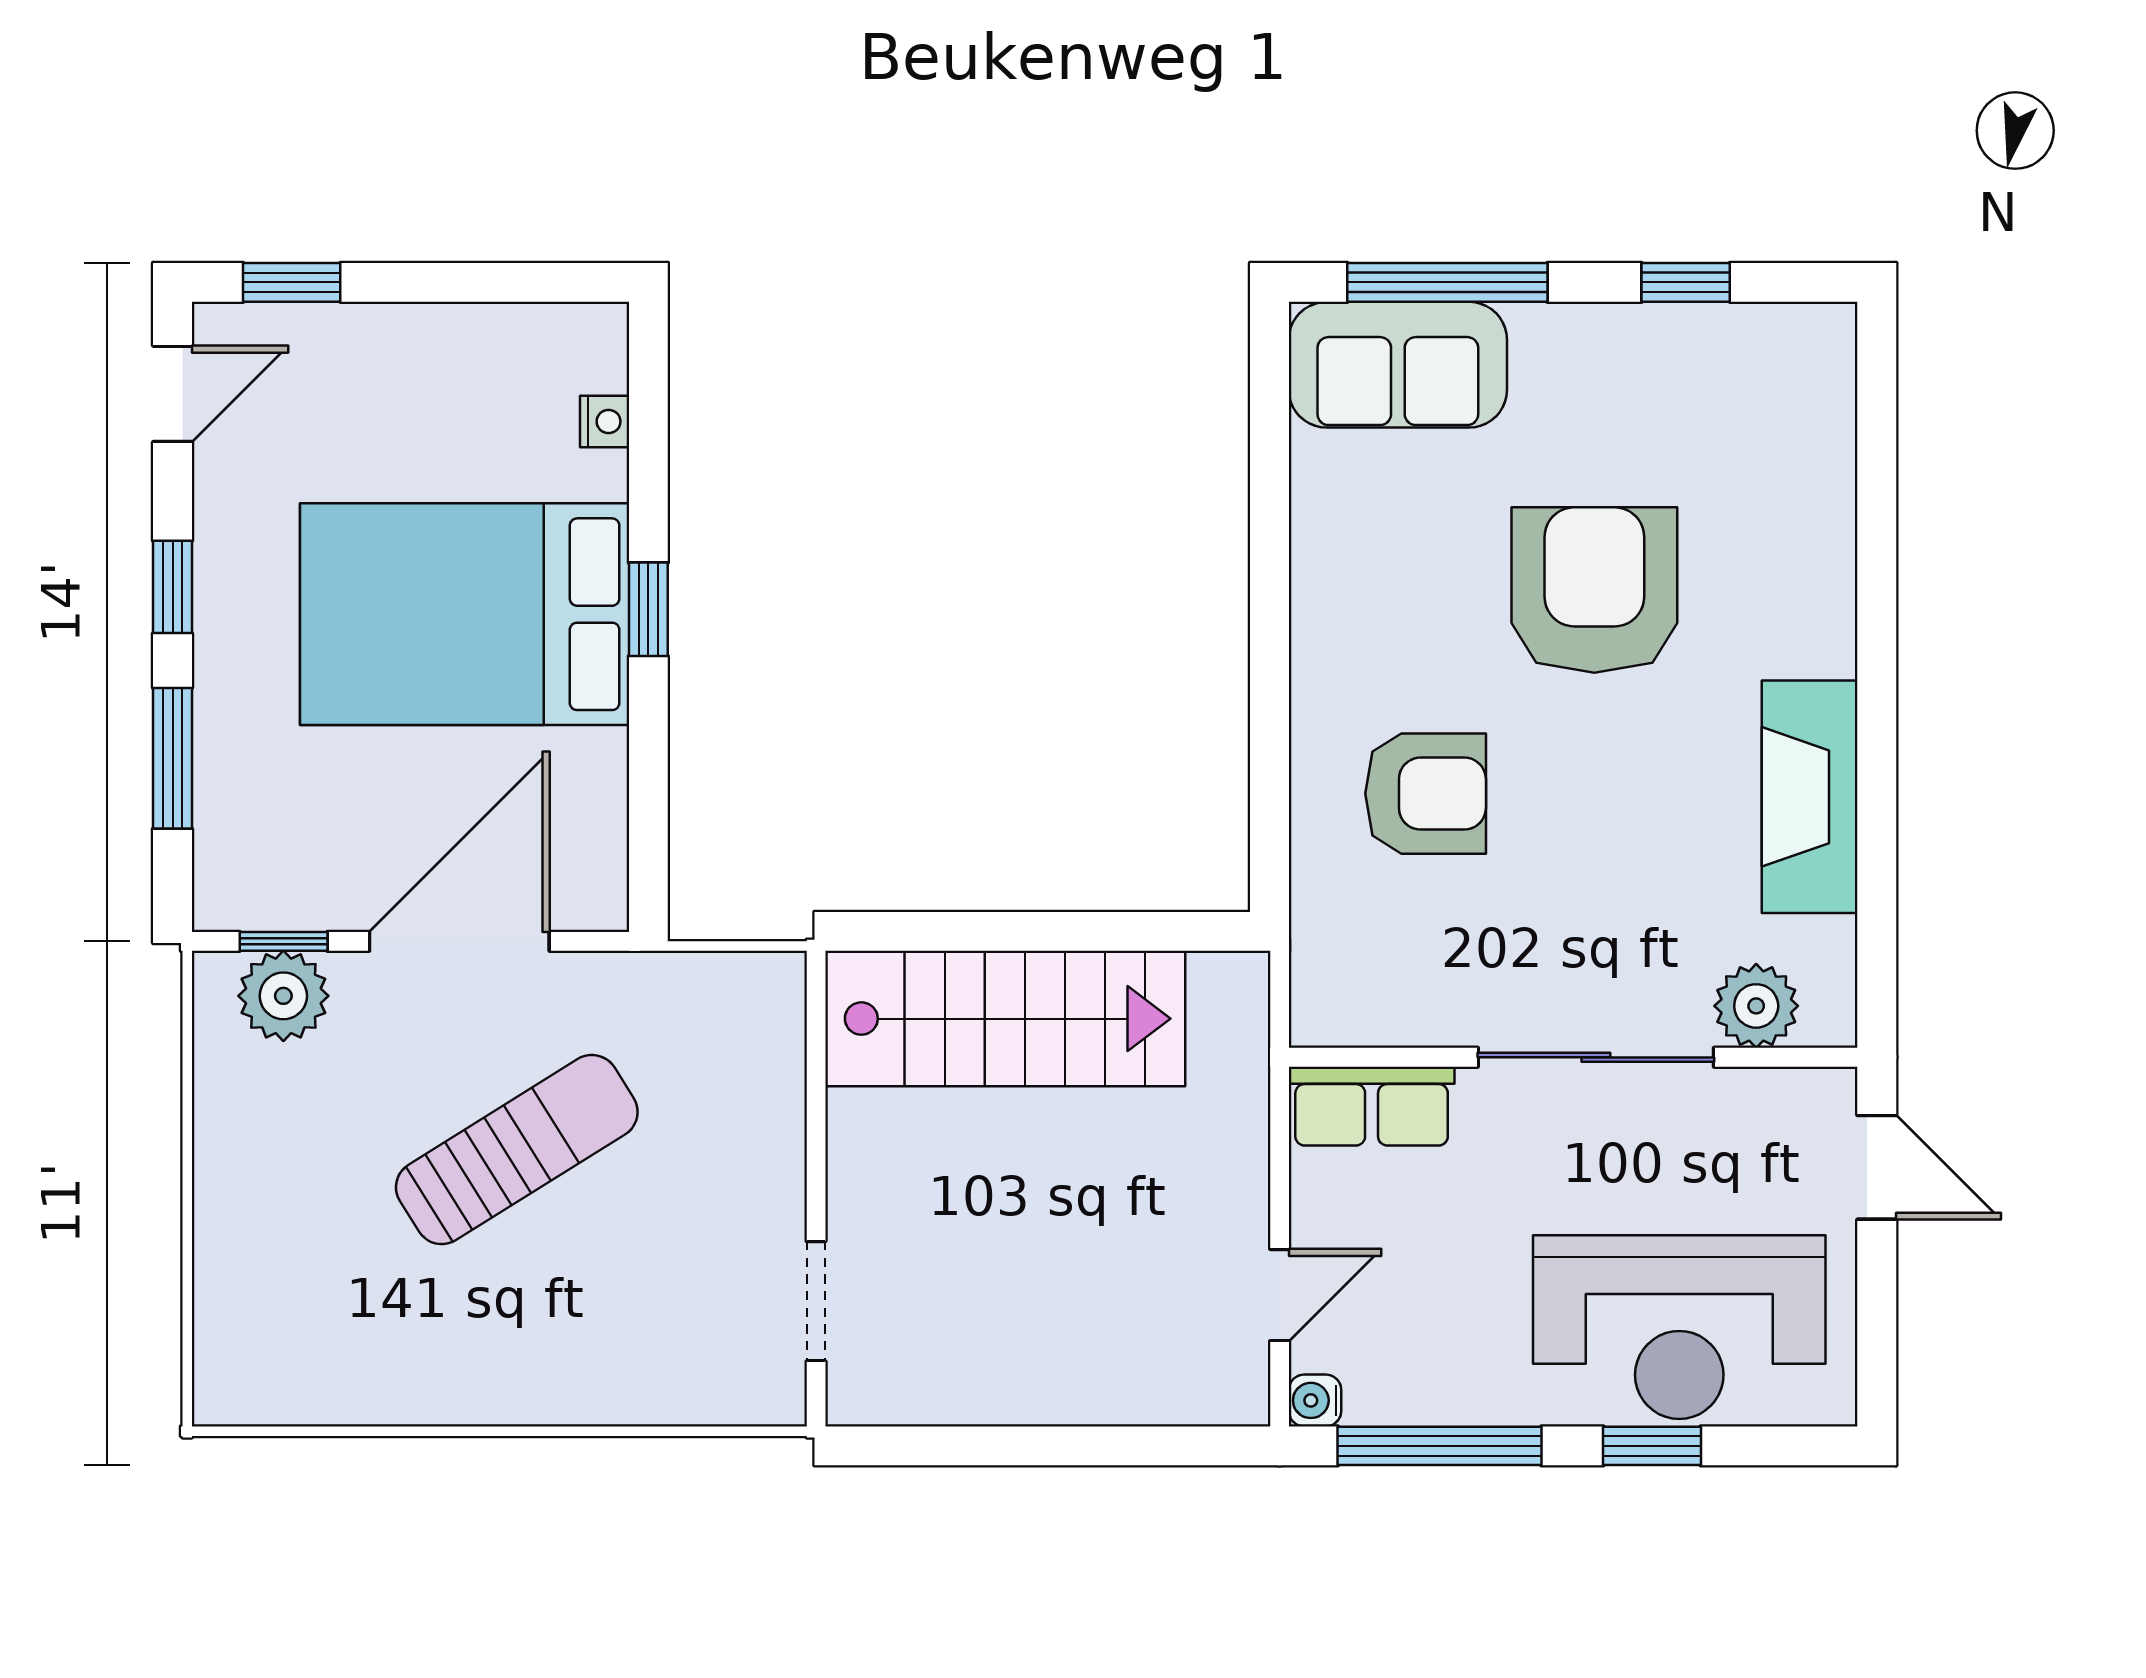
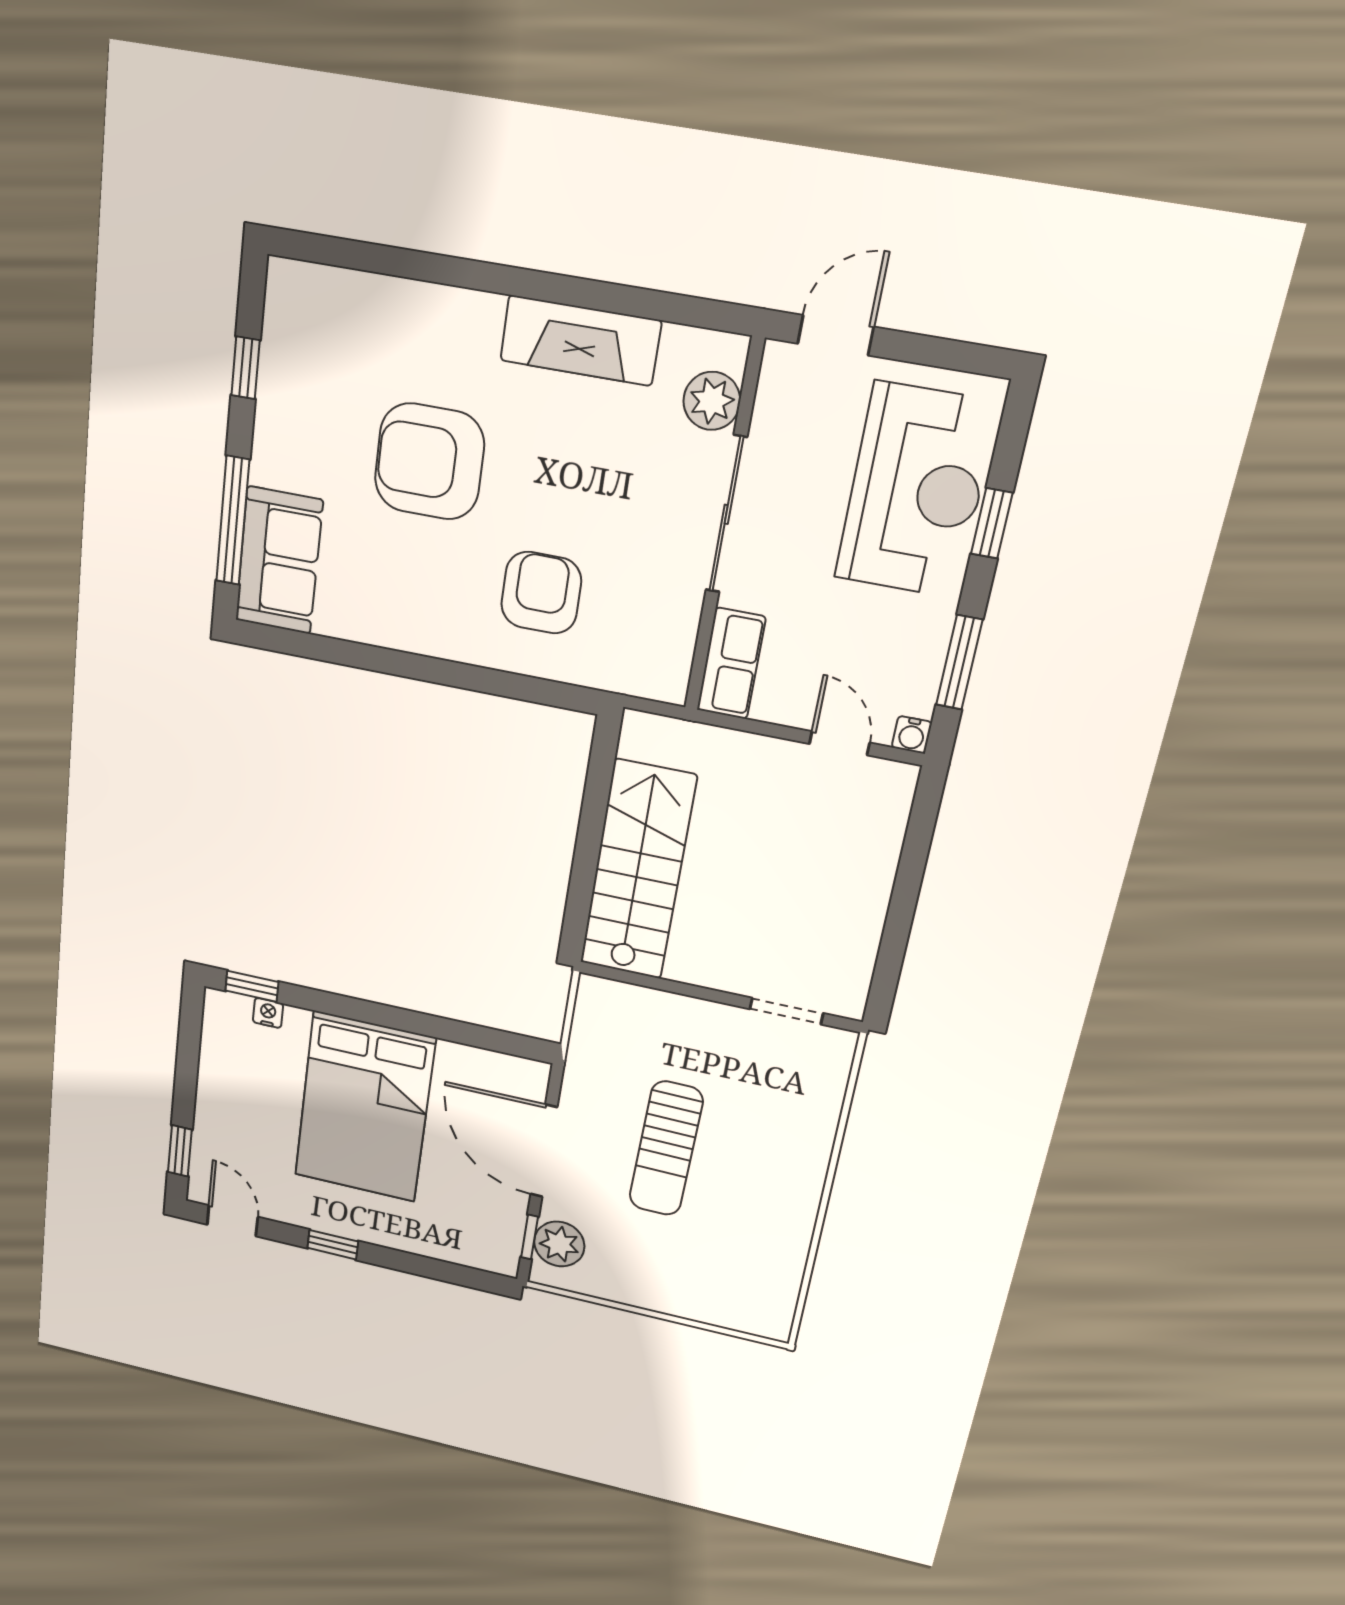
window: (648, 609) -> (252, 986), moved
window: (173, 758) -> (423, 1266), removed
sun lounger: (517, 1150) -> (666, 1149), turned -147
window: (1440, 1446) -> (959, 662), width x0.69

